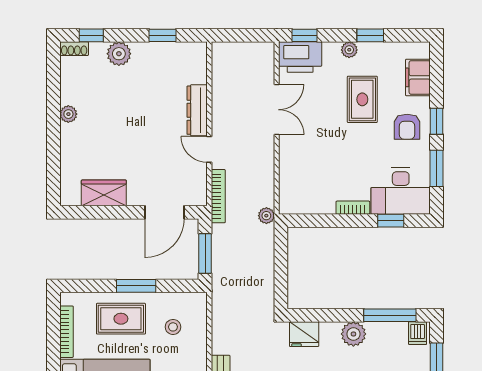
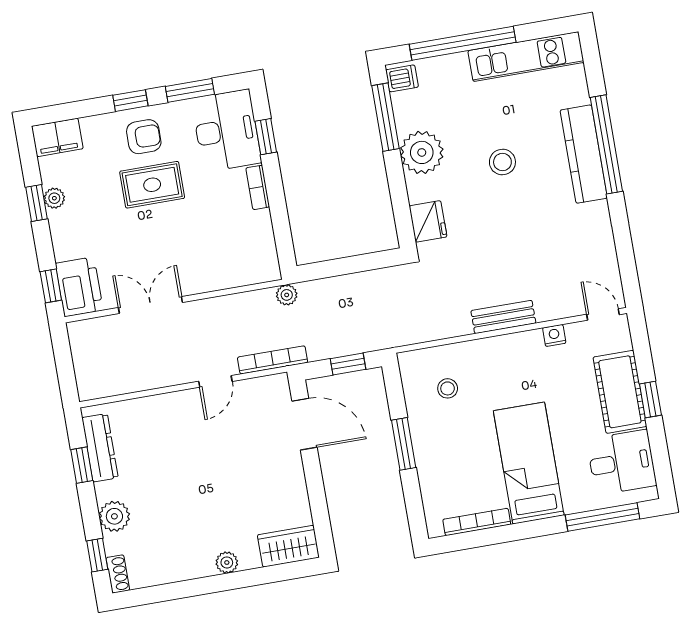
plant: (349, 50) -> (54, 198), moved
filing cabinet: (418, 77) -> (57, 137), moved
rug: (362, 99) -> (152, 185), moved
dresser: (197, 110) -> (100, 448), moved, turned -90
plant: (68, 114) -> (227, 562), moved
wardrobe: (104, 193) -> (288, 546), moved, turned 90
window: (205, 254) -> (348, 364), width x0.67
rug: (121, 319) -> (448, 456), removed
plant: (353, 334) -> (422, 152), width x1.36, depth x1.36

